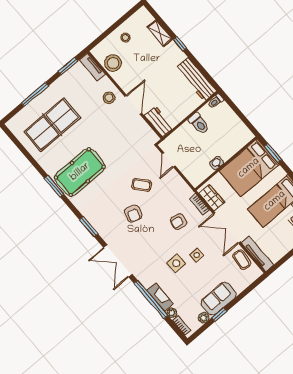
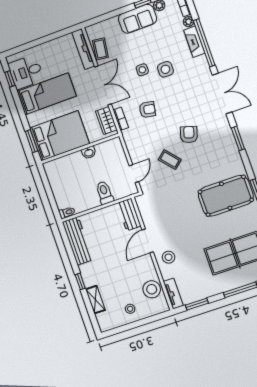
toilet: (199, 124) -> (105, 193), moved

